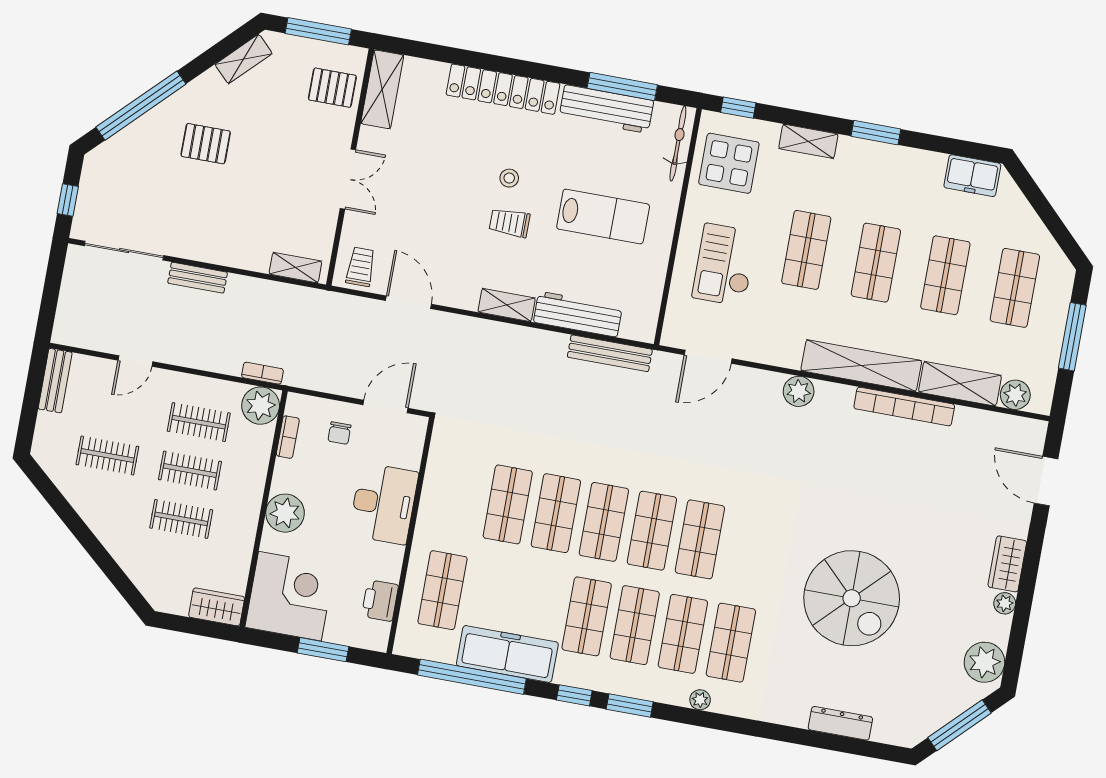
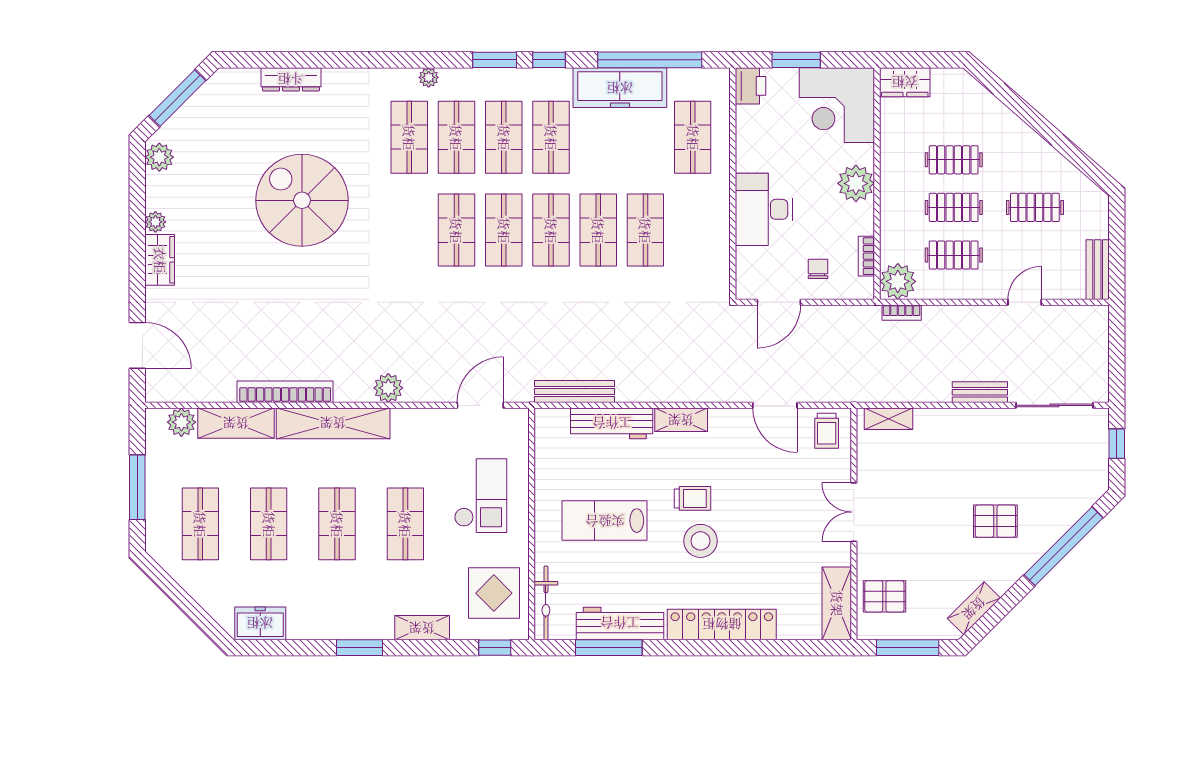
stool: (509, 178) -> (700, 541), width x1.89, depth x1.89
printer: (380, 601) -> (750, 86), moved
plant: (984, 662) -> (159, 157), width x0.73, depth x0.73

